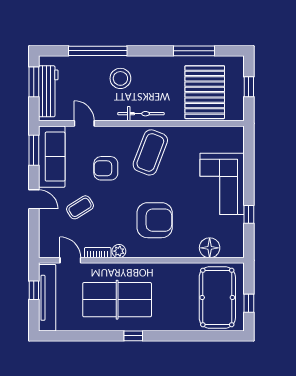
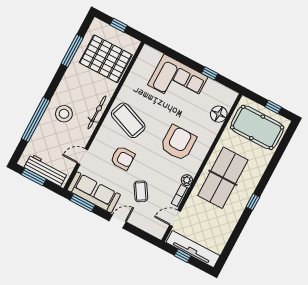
armchair: (106, 168) -> (123, 158), turned -90
table tennis table: (117, 300) -> (223, 178), moved

